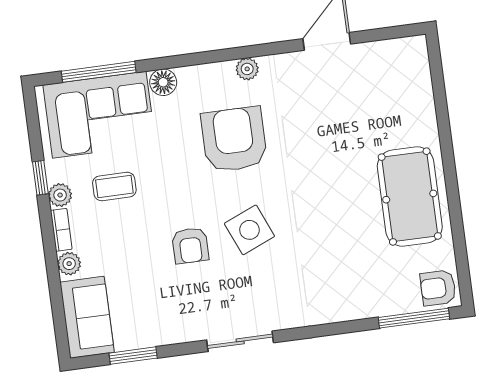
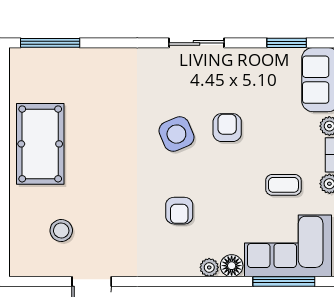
plant: (247, 69) -> (209, 267), moved
stool: (371, 97) -> (61, 231), added
armchair: (234, 139) -> (179, 211), width x0.53, depth x0.53
armchair: (438, 288) -> (27, 65), removed

